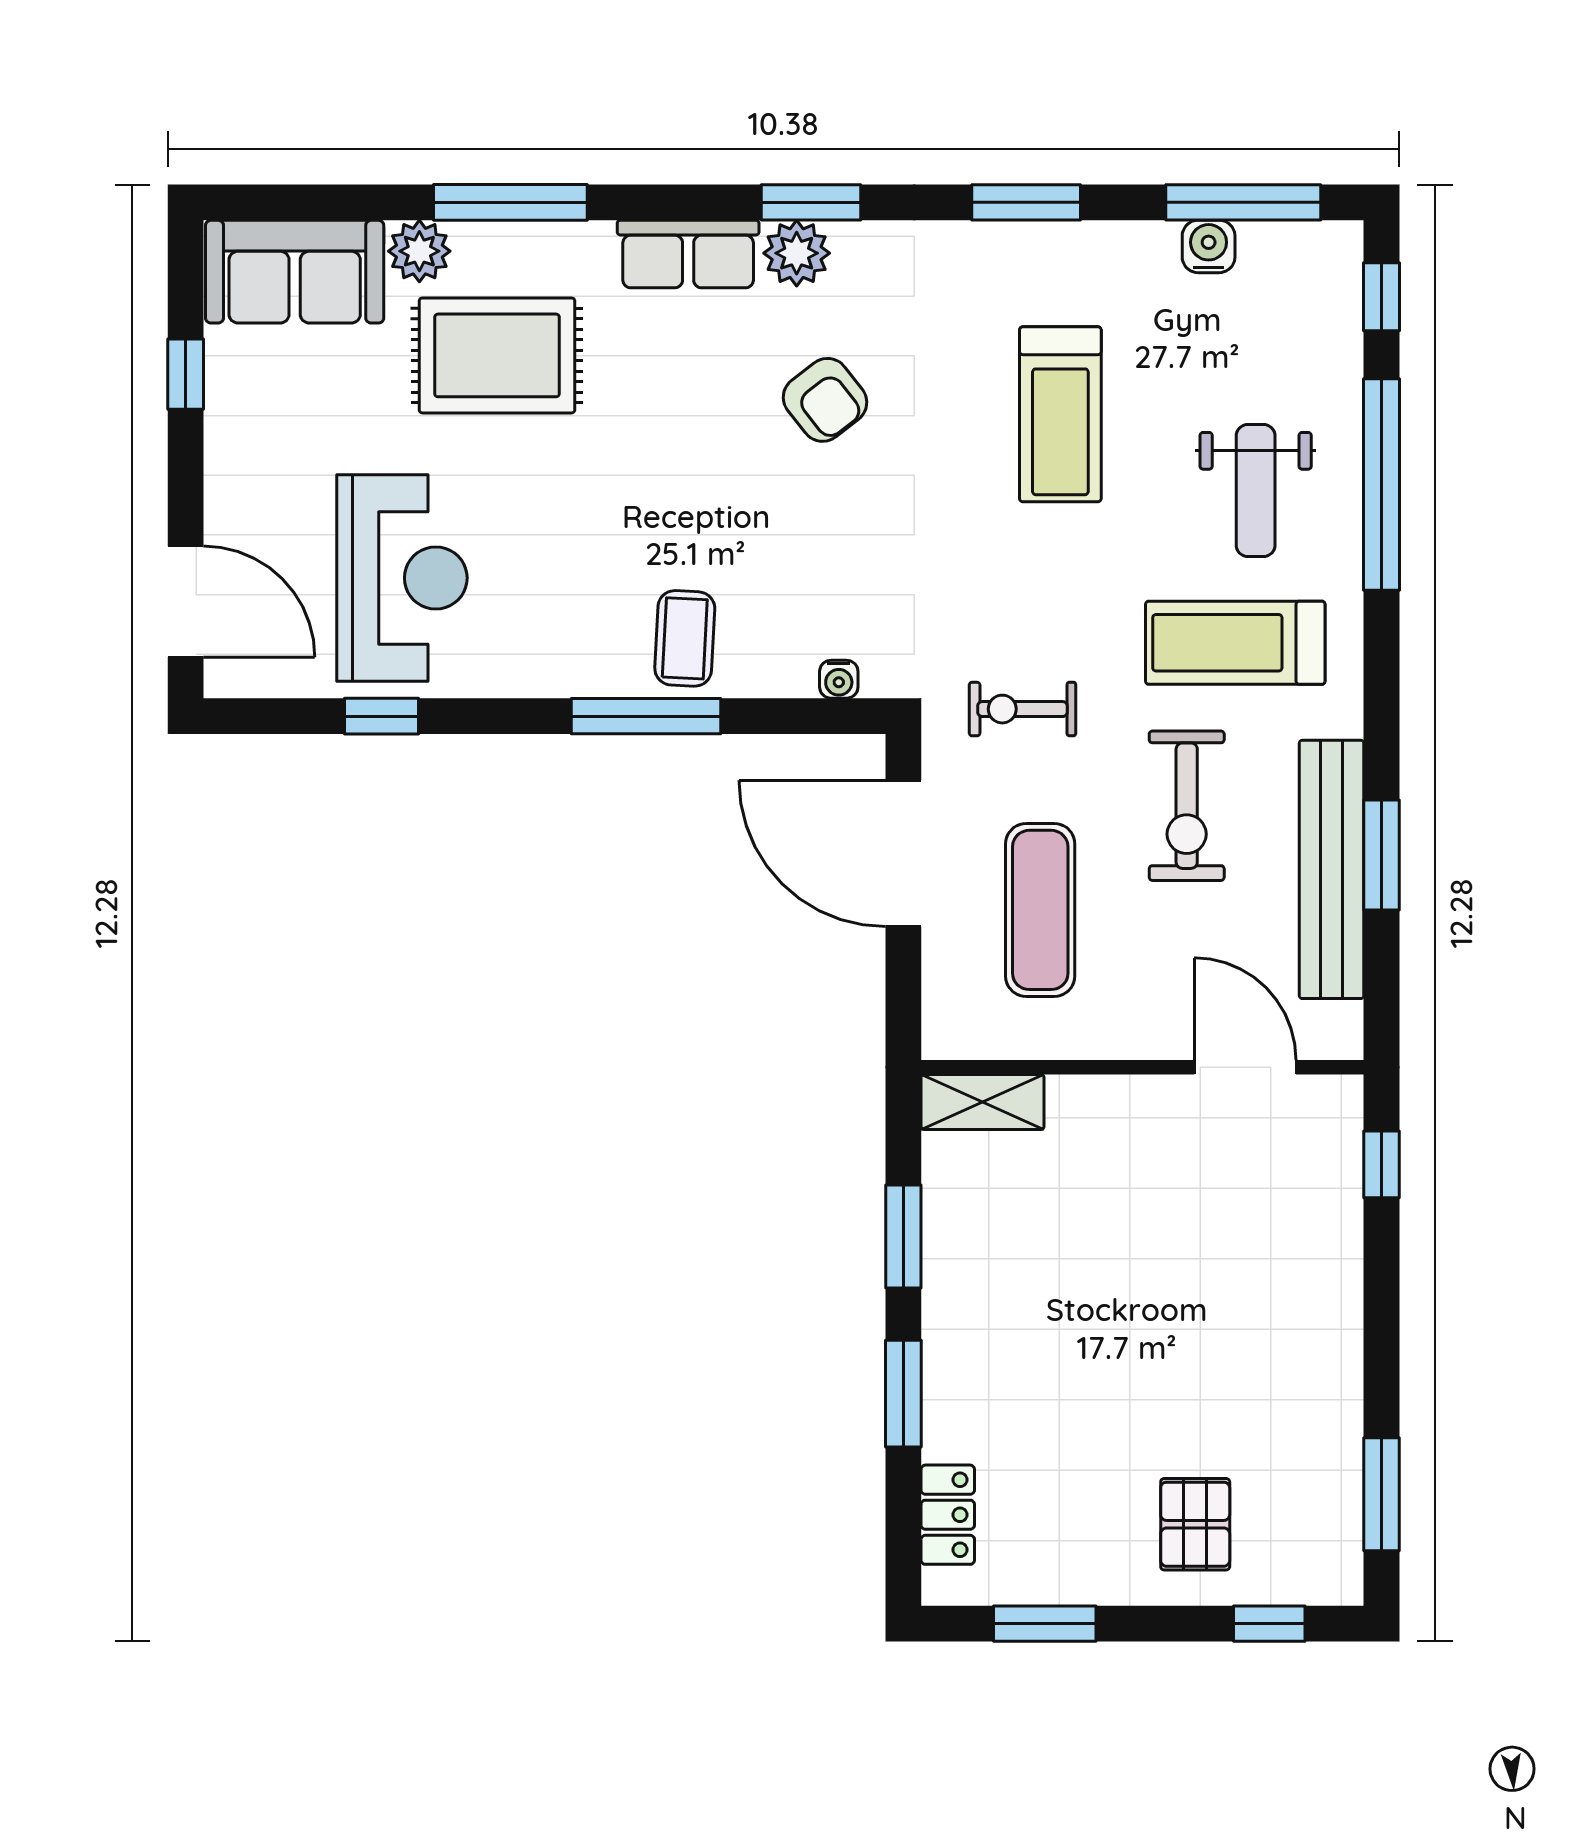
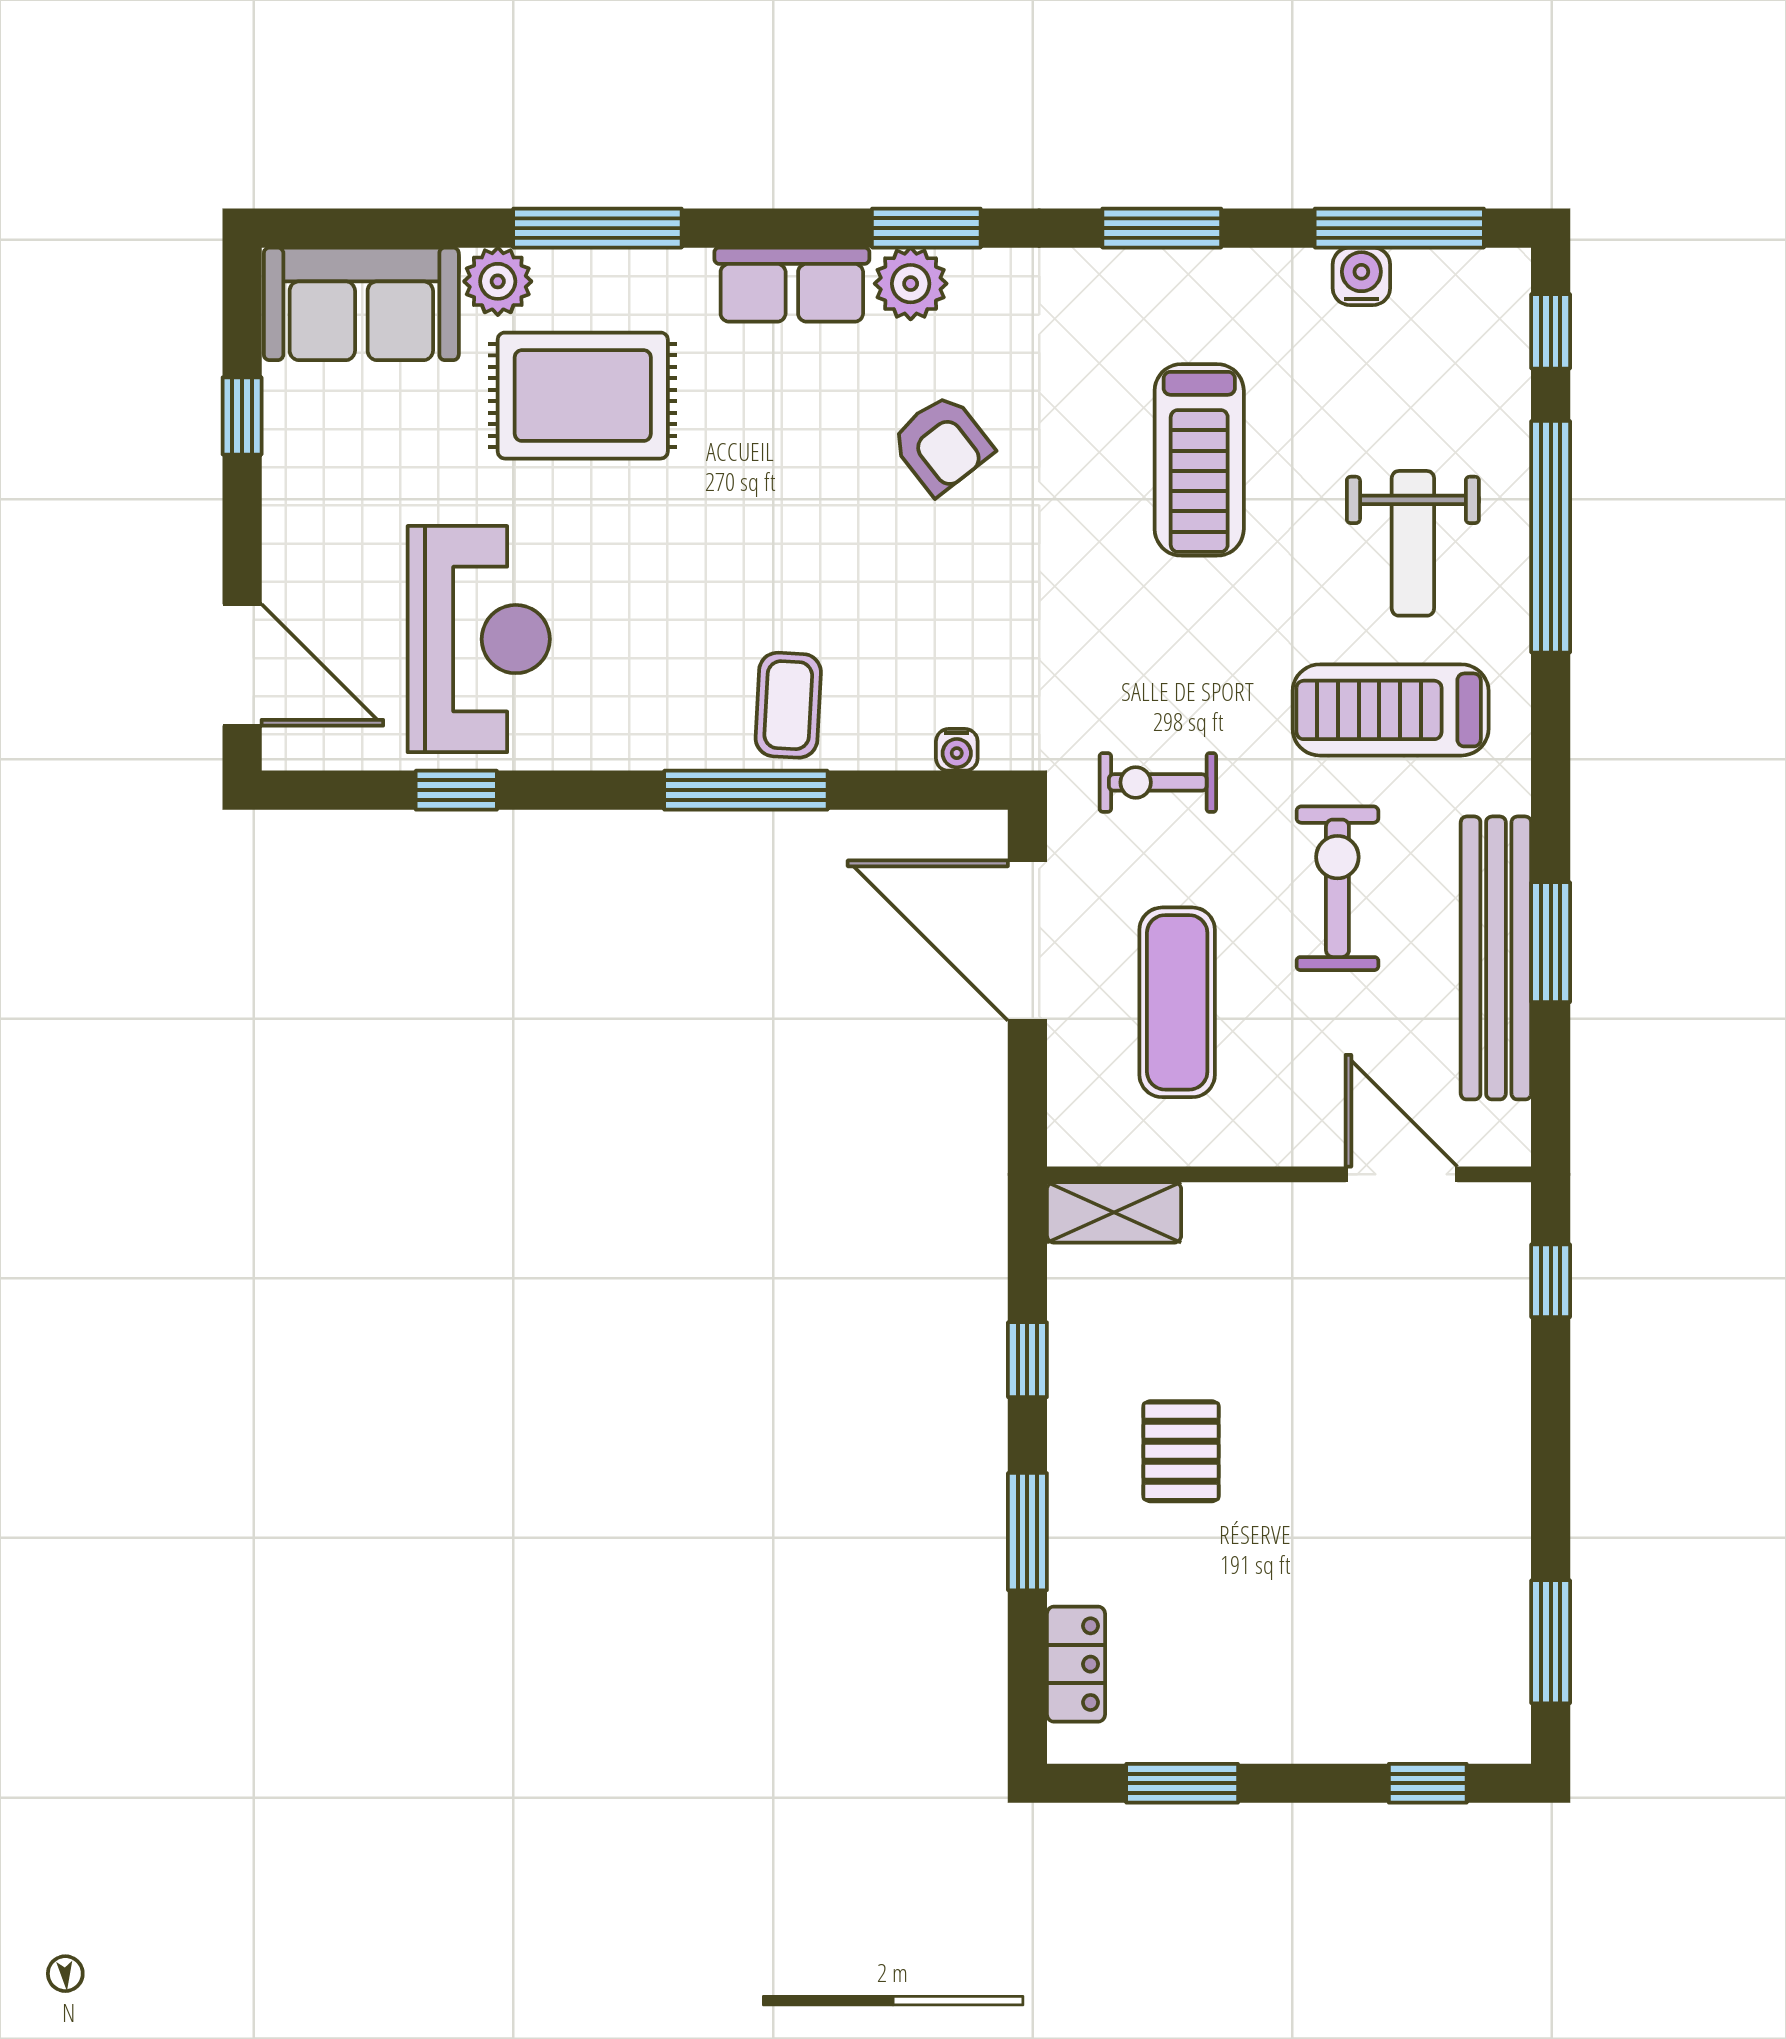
exercise bike: (1187, 806) -> (1337, 888), turned 180
window: (903, 1237) -> (1027, 1360), width x0.67
pallet: (1195, 1524) -> (1181, 1451), moved

